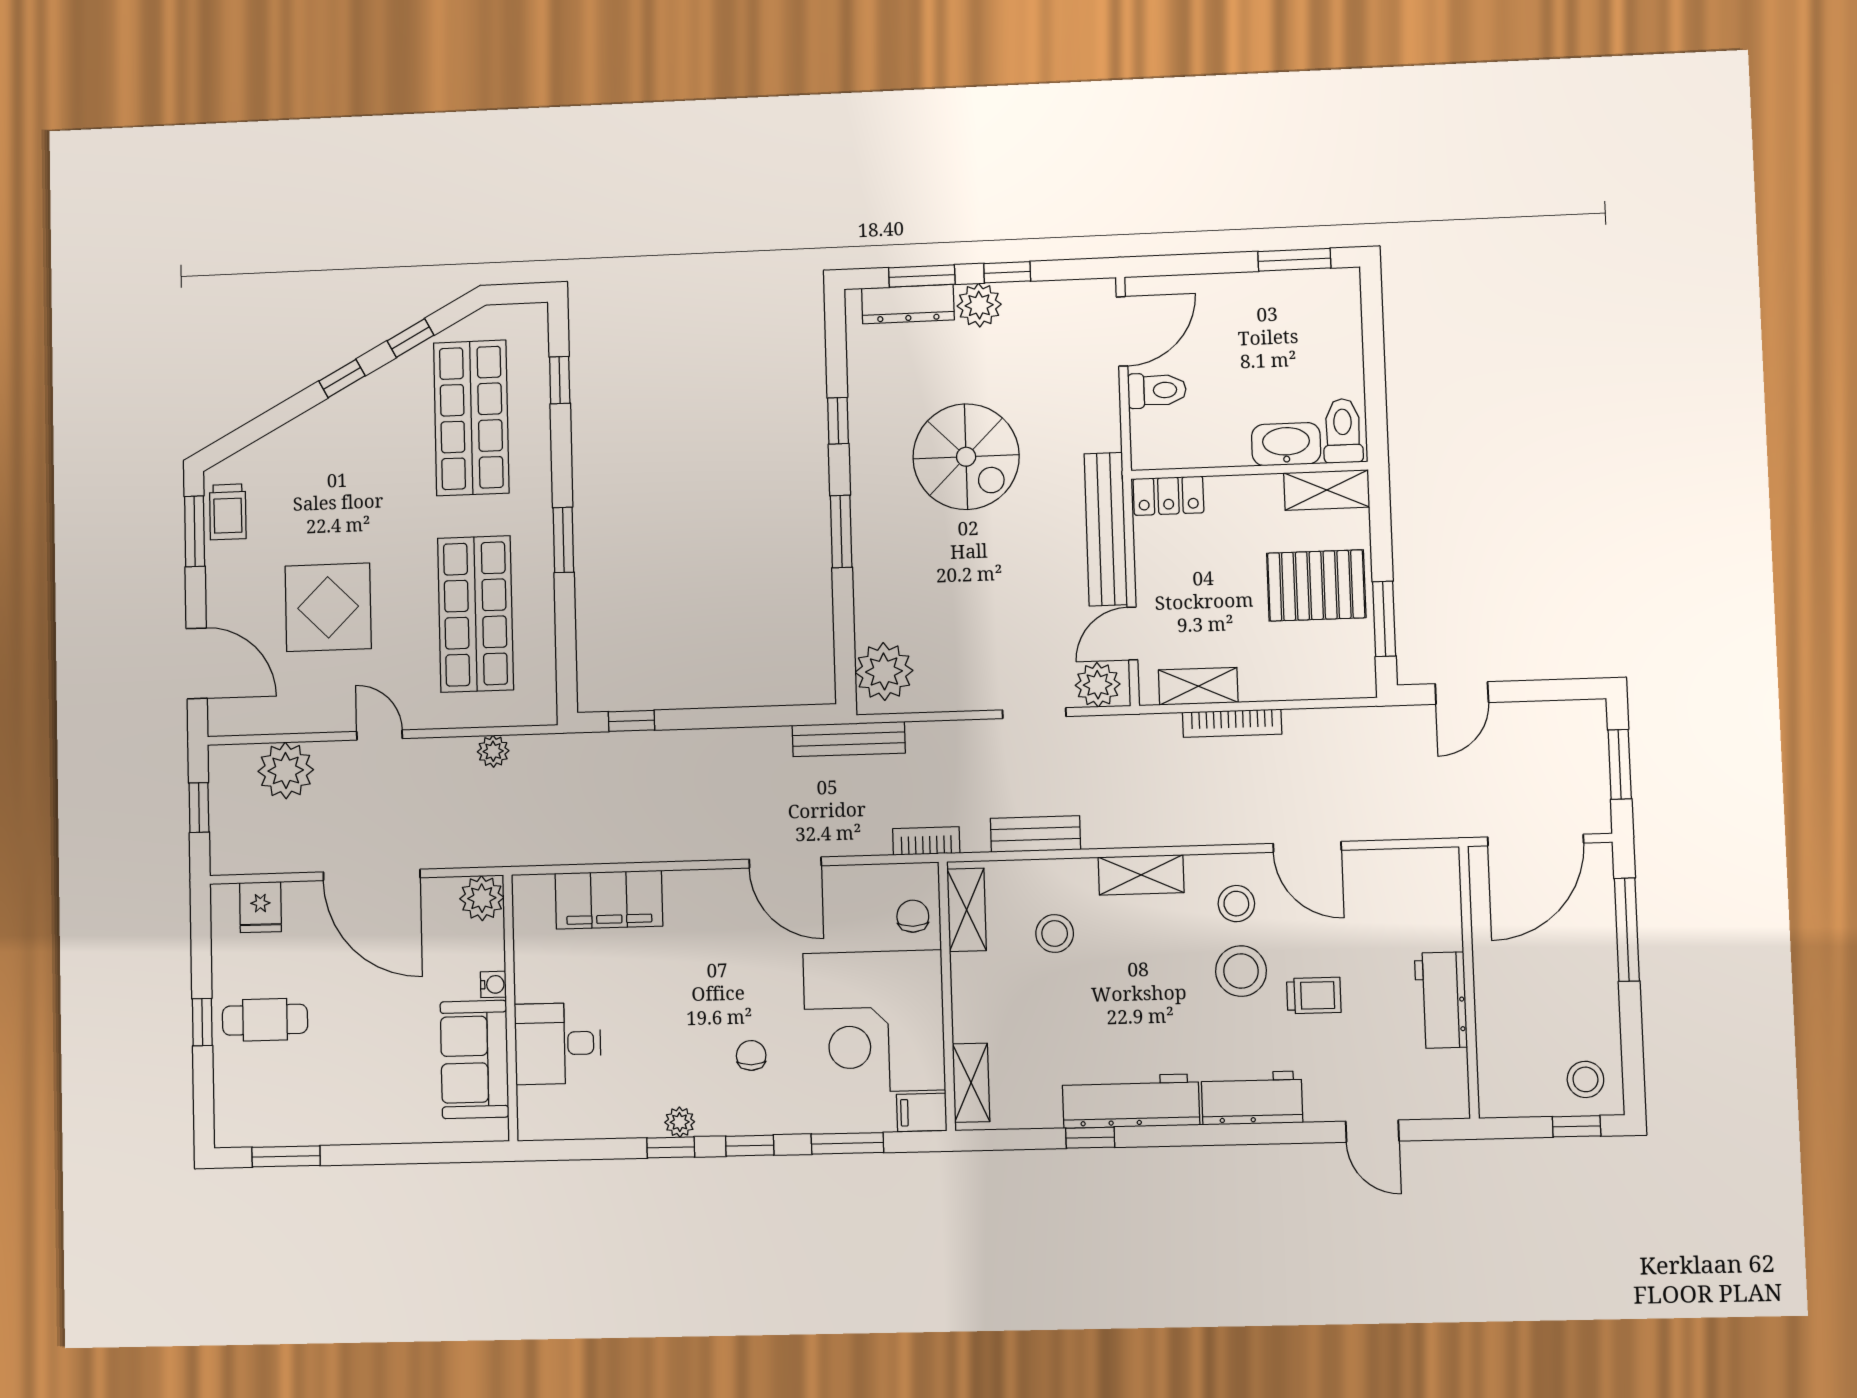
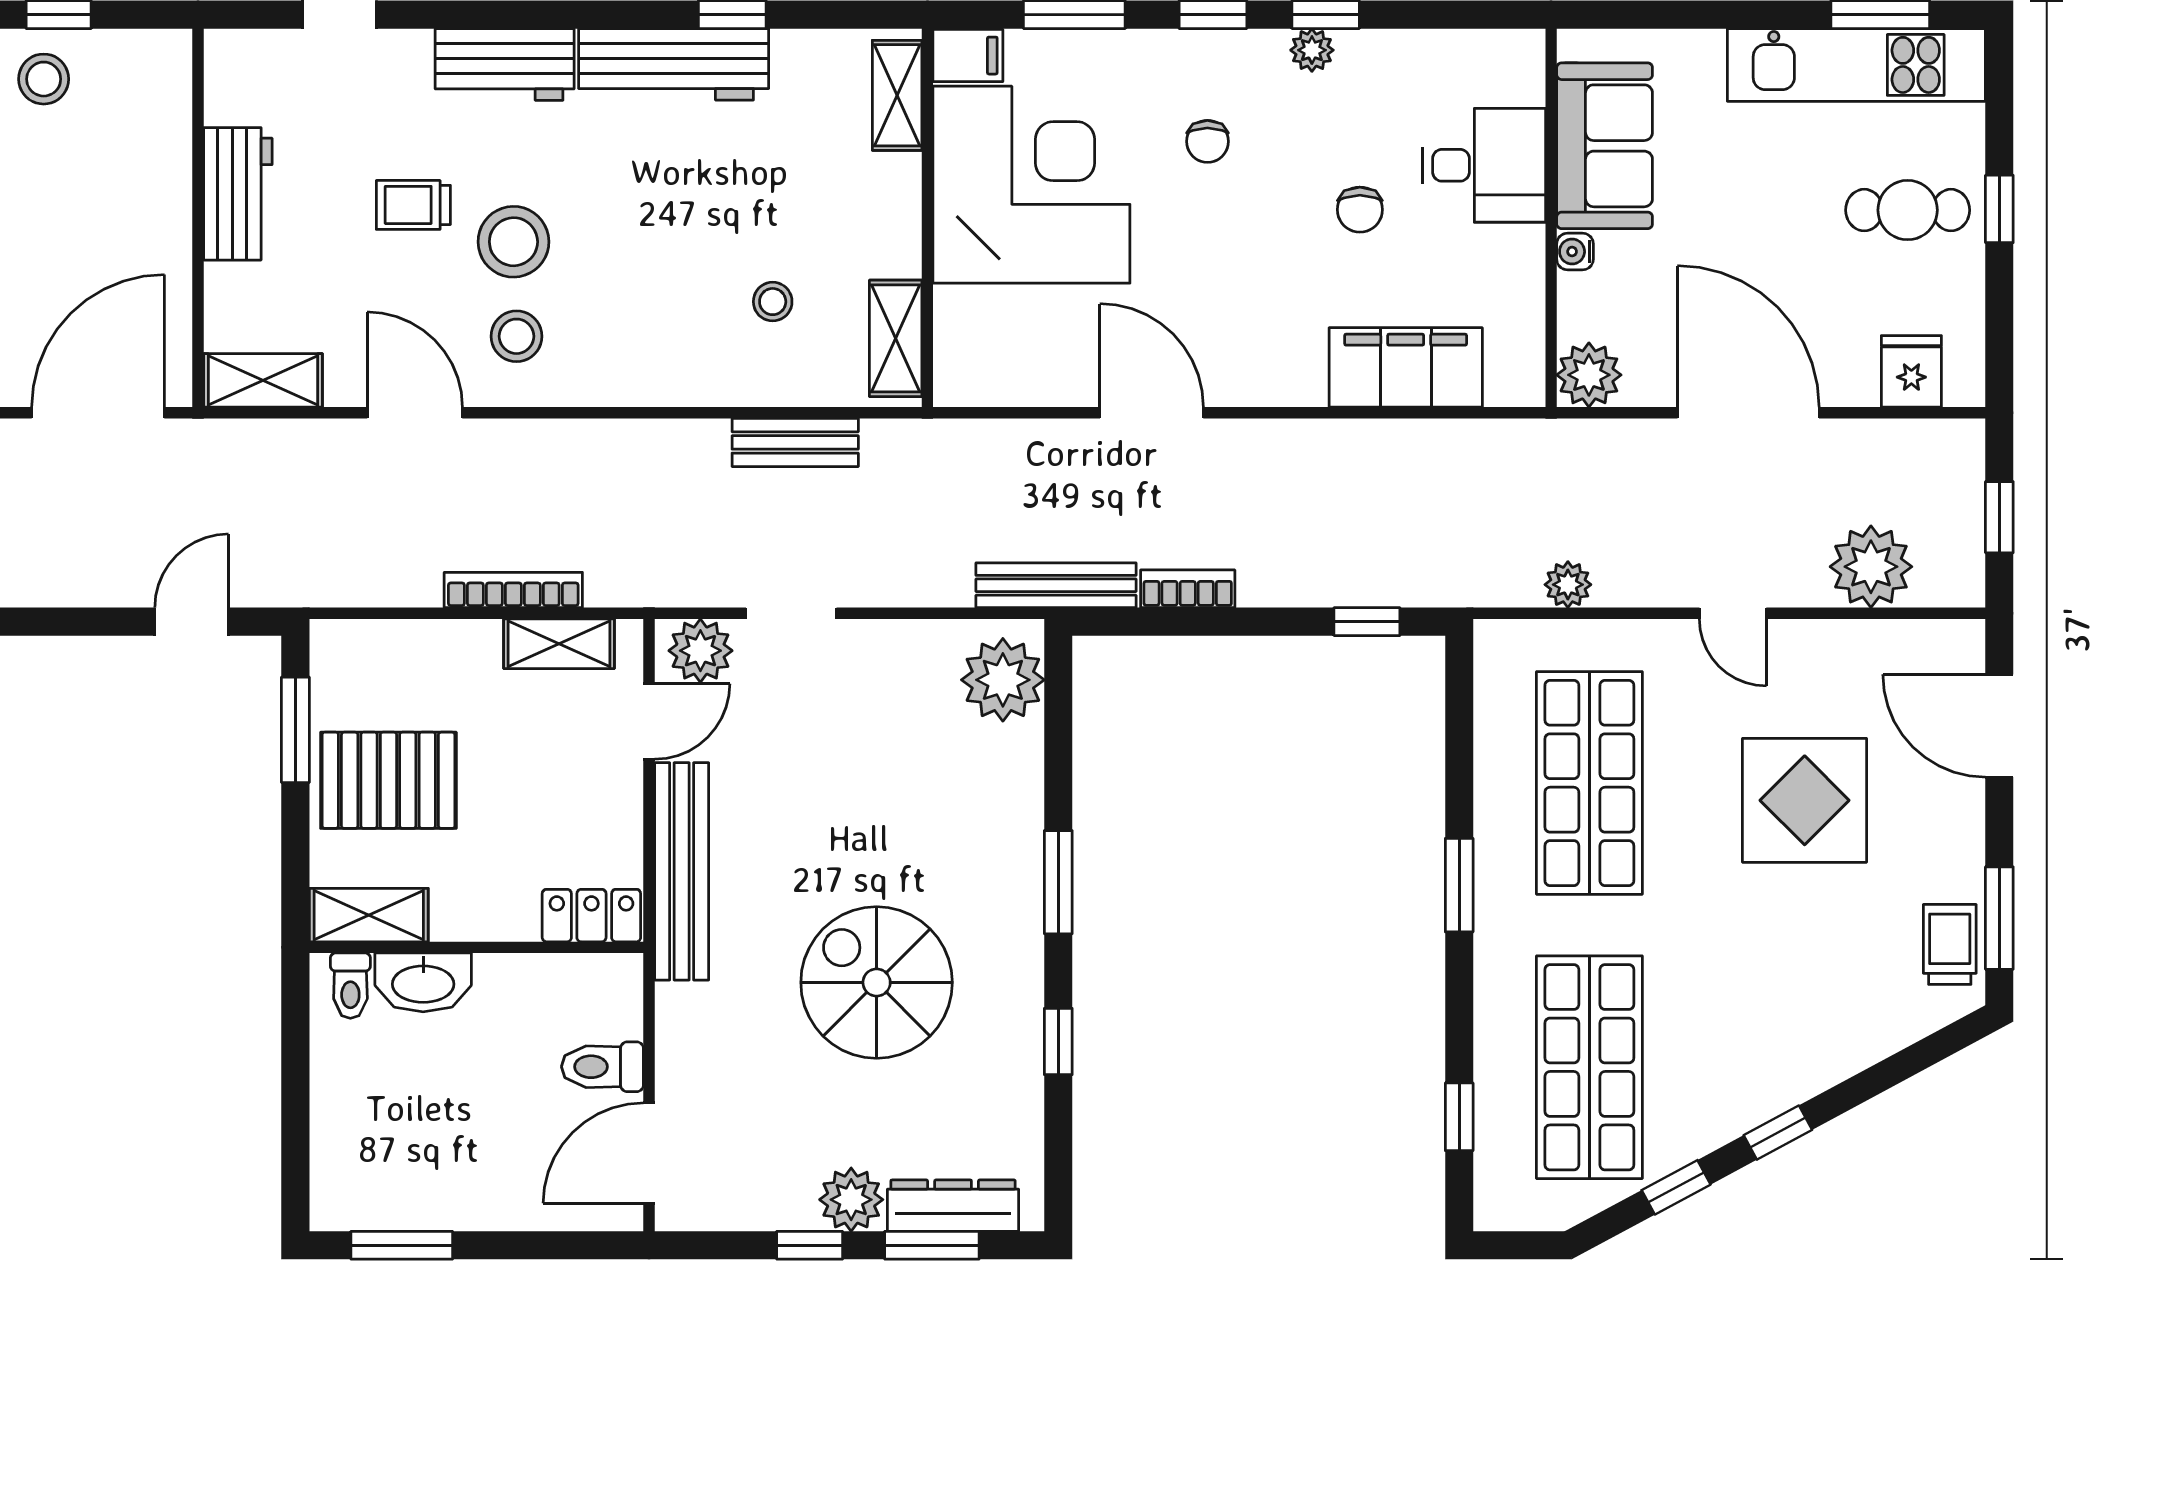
toilet: (1343, 431) -> (350, 986), width x0.73, depth x0.72
bookcase: (926, 841) -> (1188, 589), moved, turned 180
shelving: (1141, 875) -> (263, 380), moved
chair: (913, 916) -> (1360, 210), moved
stool: (1055, 933) -> (773, 302), width x0.73, depth x0.73
kitchen unit: (302, 1121) -> (1856, 65), added

